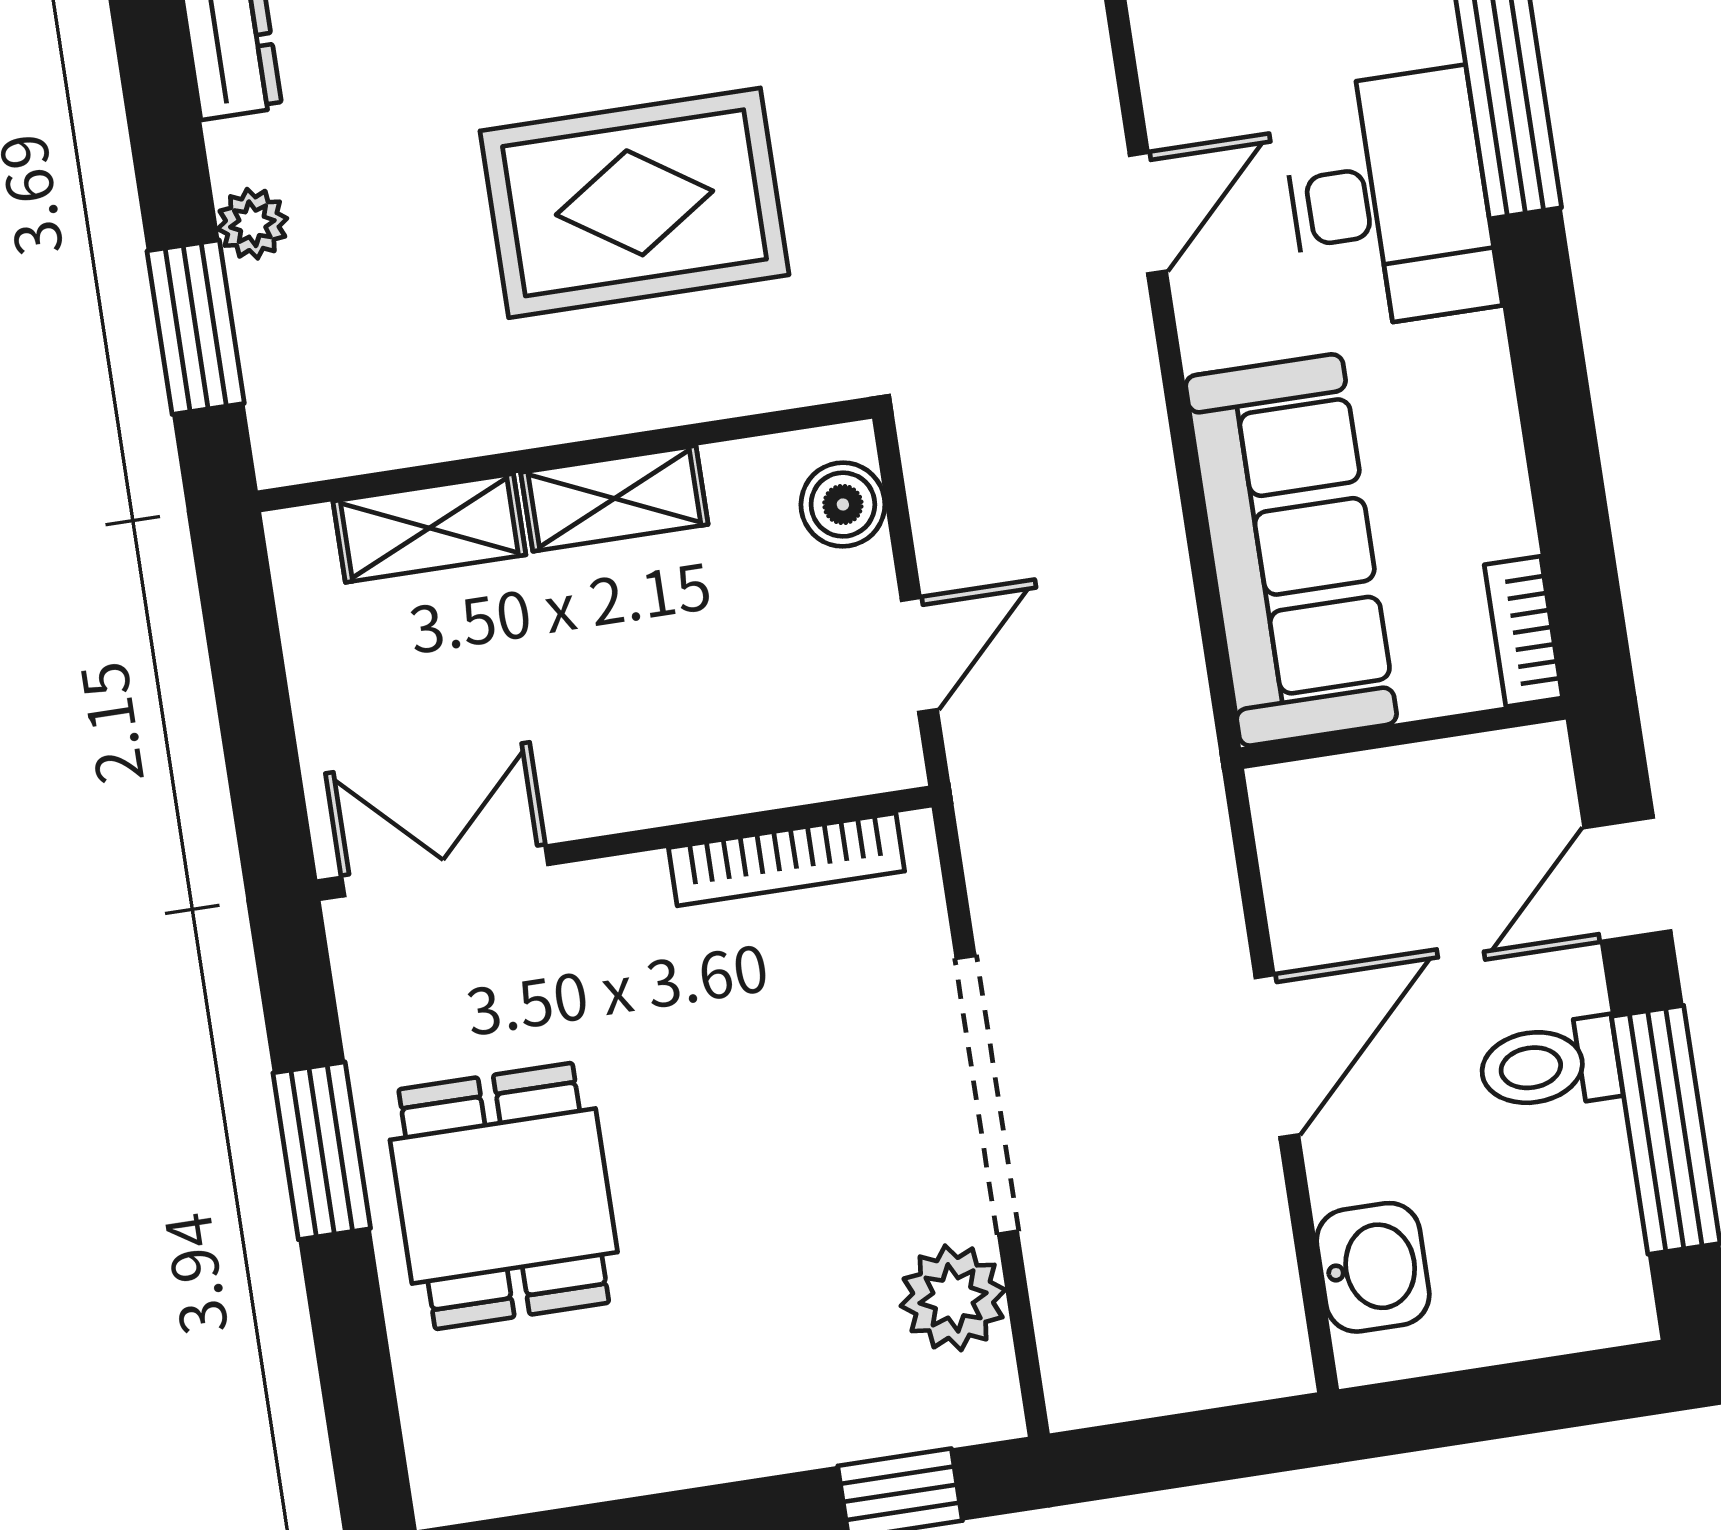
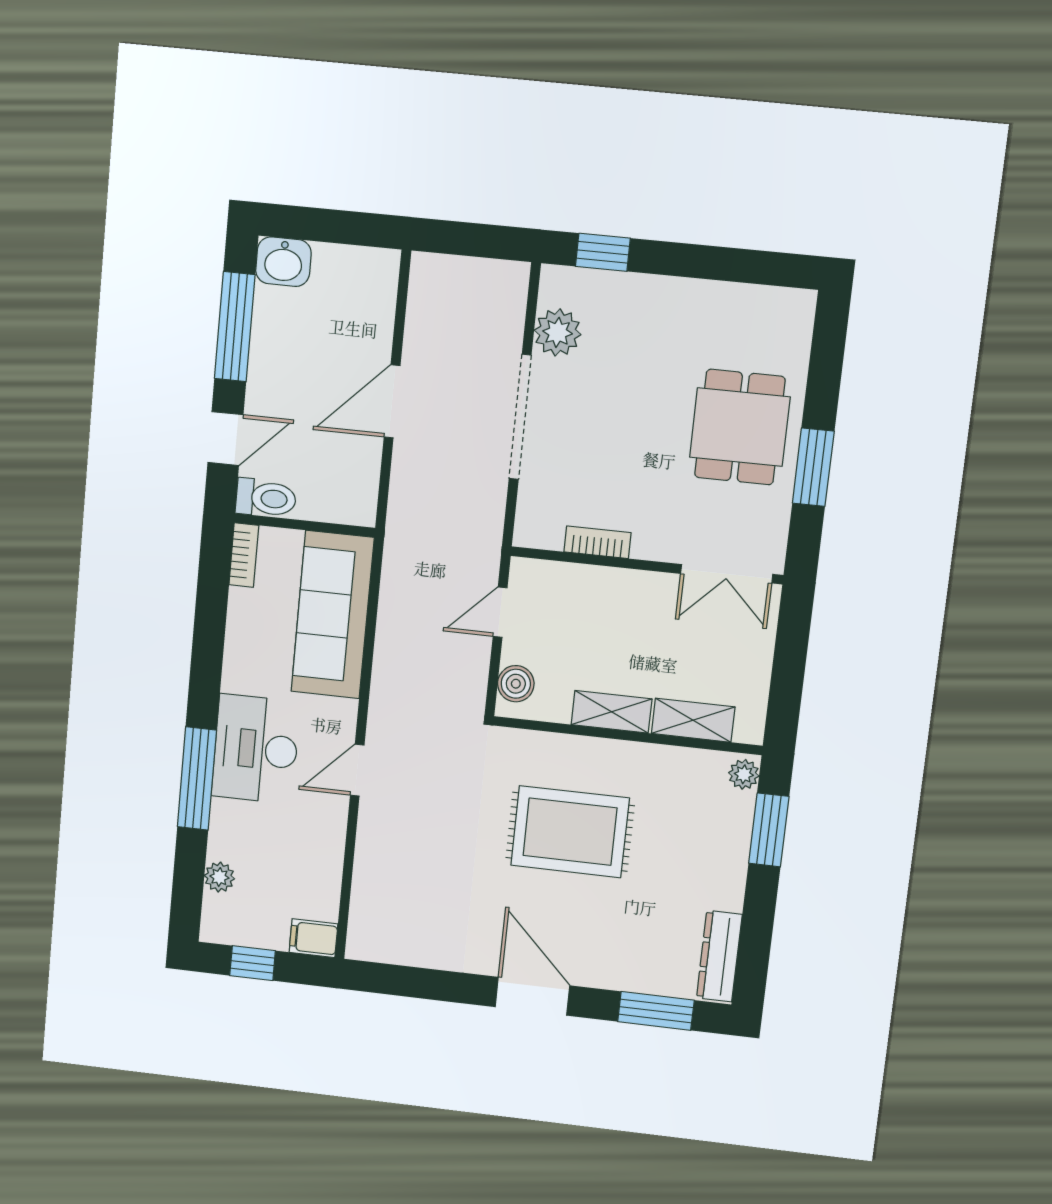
plant: (252, 224) -> (744, 774), moved
bookcase: (786, 859) -> (597, 542), width x0.64
toilet: (1550, 1065) -> (266, 498), moved
washbasin: (1373, 1267) -> (283, 262), moved, turned -90

